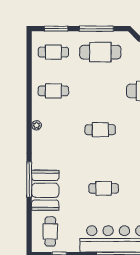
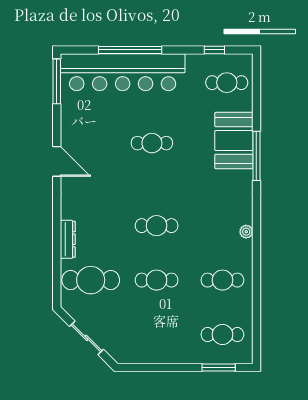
window: (96, 29) -> (162, 367), removed
cafe table: (100, 52) -> (157, 280), moved, width x0.73, depth x0.74
cafe table: (50, 231) -> (227, 83), turned 90

